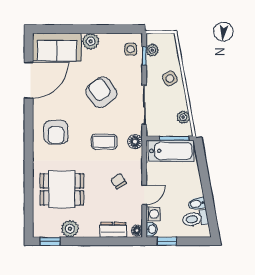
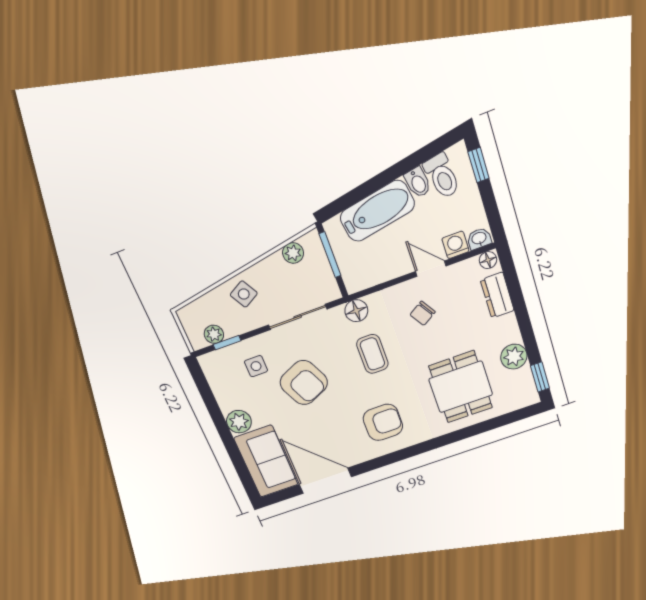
side table: (131, 49) -> (256, 366), moved
armchair: (101, 92) -> (304, 383), turned -79
bathtub: (171, 151) -> (377, 211), moved, turned 80
window: (167, 241) -> (479, 165), moved

